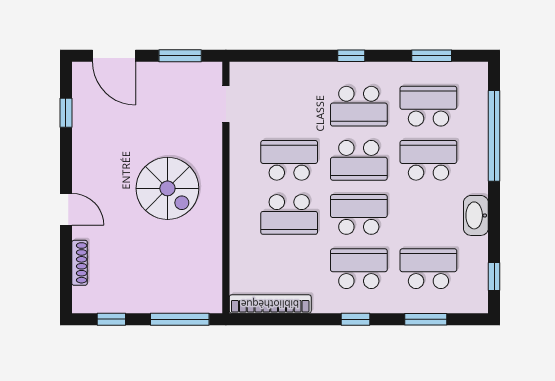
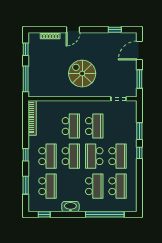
window: (432, 56) -> (139, 131), moved
school desk: (359, 106) -> (118, 156), turned 180
spiral stairs: (167, 188) -> (82, 74), turned 90
school desk: (289, 214) -> (71, 126), turned 180

